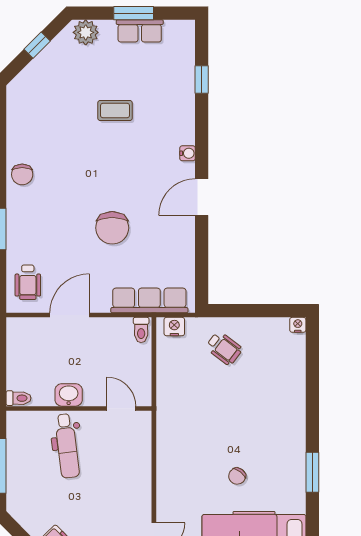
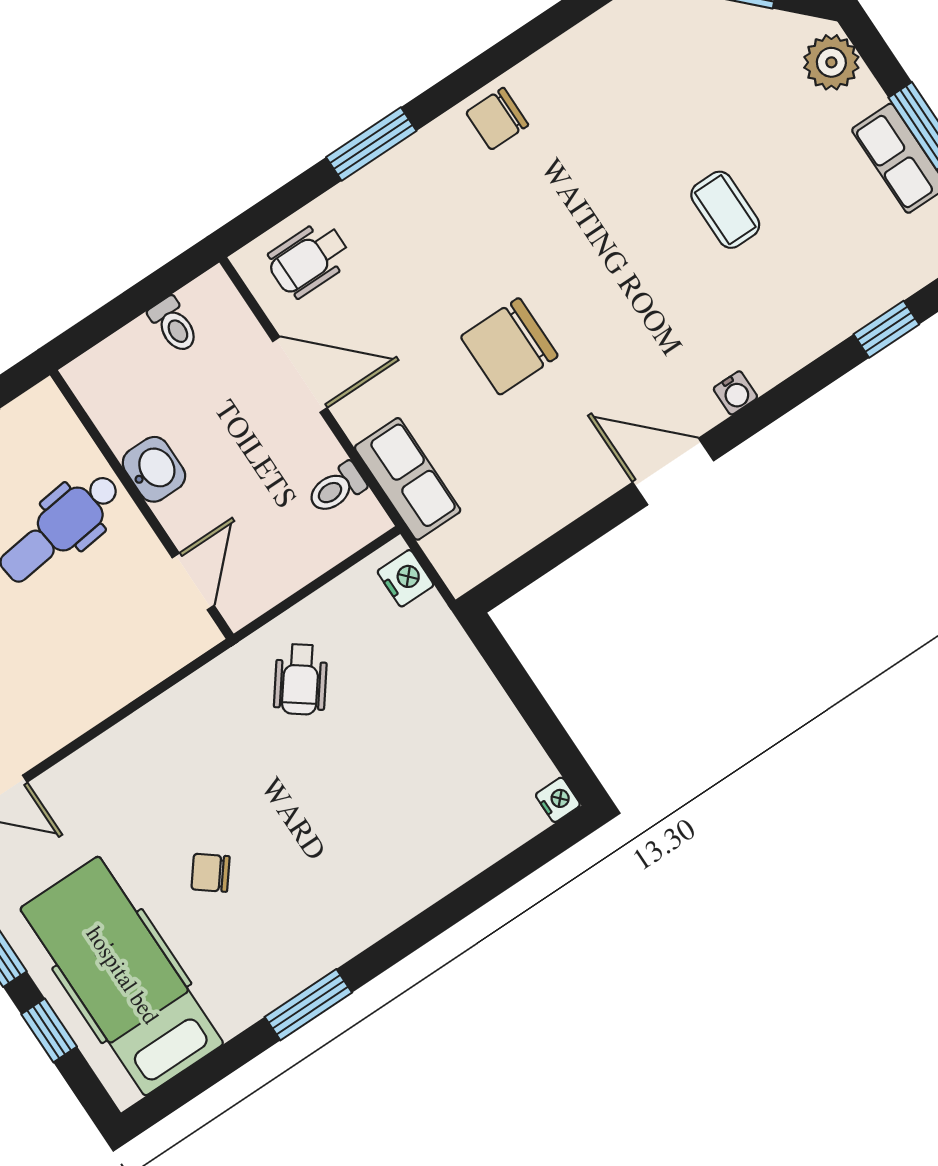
row of seats: (149, 300) -> (408, 479), width x0.68
toilet: (141, 330) -> (336, 488), moved
wheelchair: (224, 348) -> (300, 679), moved
toilet: (18, 398) -> (174, 325), moved

